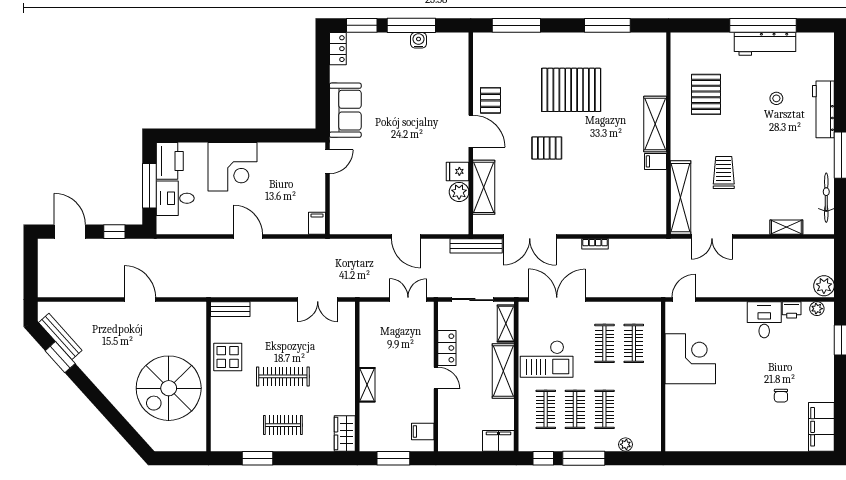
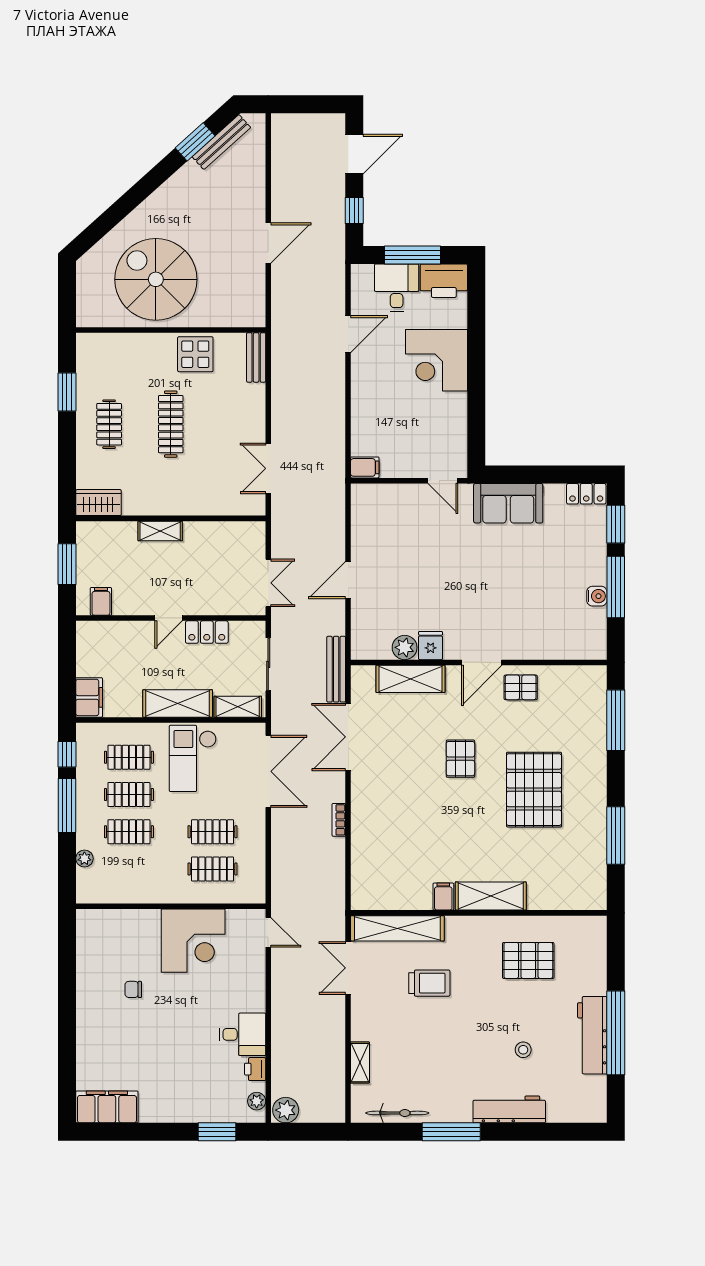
door: (248, 237) -> (348, 334), moved
chair: (781, 396) -> (133, 989), moved

